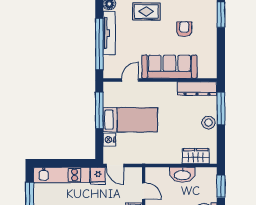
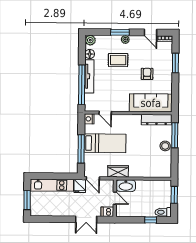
sofa: (169, 67) -> (151, 103), moved
door: (130, 80) -> (105, 113), swing flipped
window: (99, 110) -> (81, 149), moved
nightstand: (109, 140) -> (89, 119), moved
wardrobe: (196, 156) -> (118, 171), moved
washbasin: (182, 175) -> (126, 186), moved

